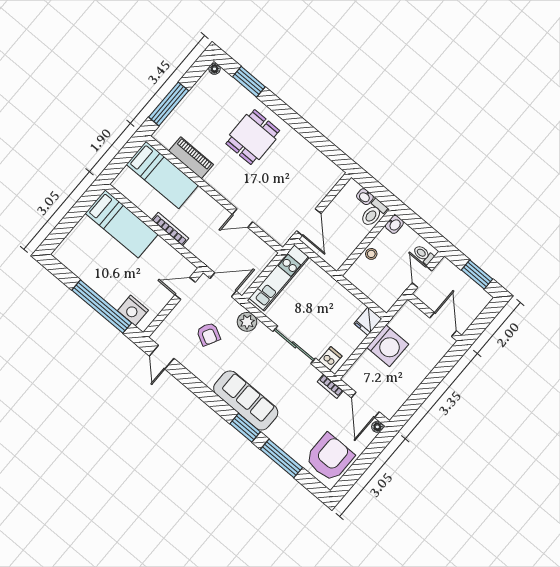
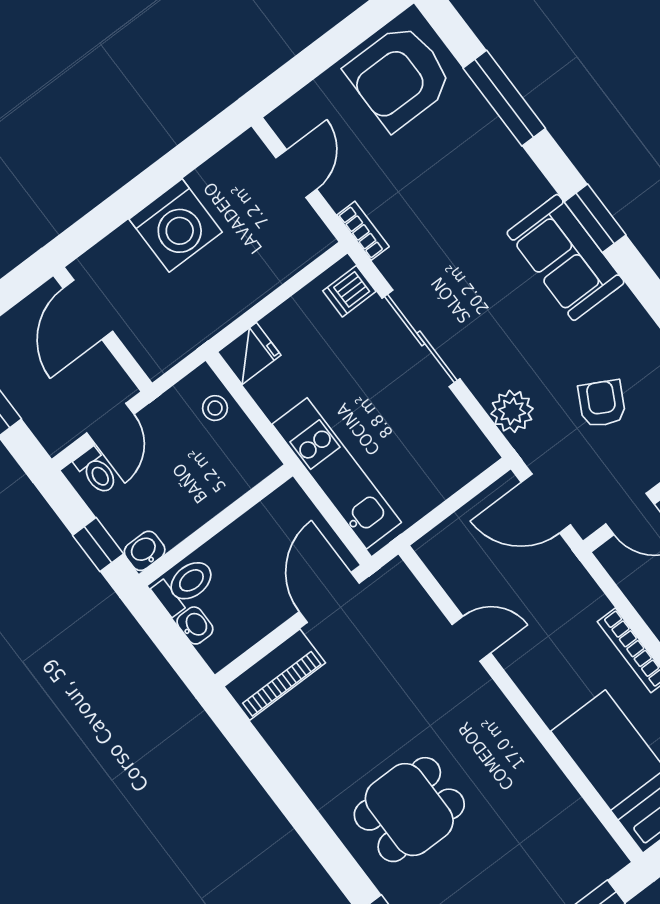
piano: (191, 158) -> (275, 675), moved, turned -90
window: (415, 222) -> (98, 545), added
stool: (371, 254) -> (215, 408), moved
kitchen unit: (279, 278) -> (337, 473), moved, turned 90
washing machine: (388, 346) -> (176, 226), moved, turned 180
sofa: (246, 400) -> (566, 257), width x0.73
door: (365, 405) -> (296, 174), width x0.73
floor lamp: (377, 427) -> (281, 120), removed
window: (245, 428) -> (595, 218), moved

